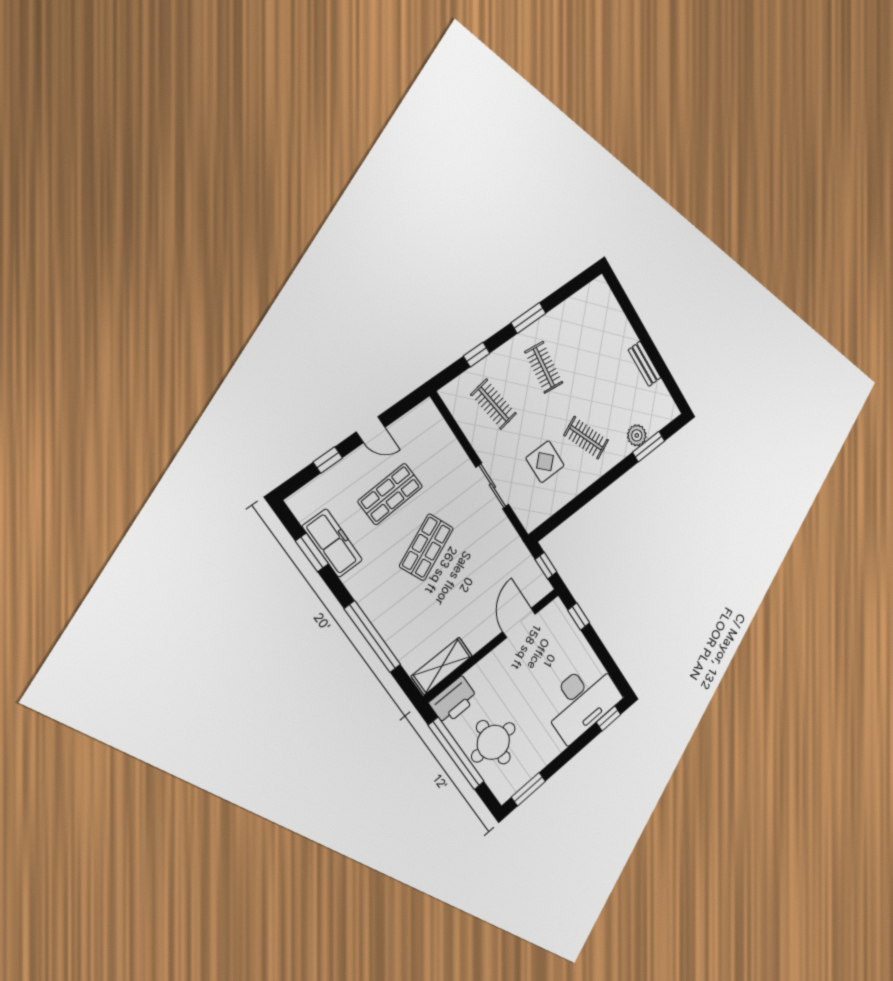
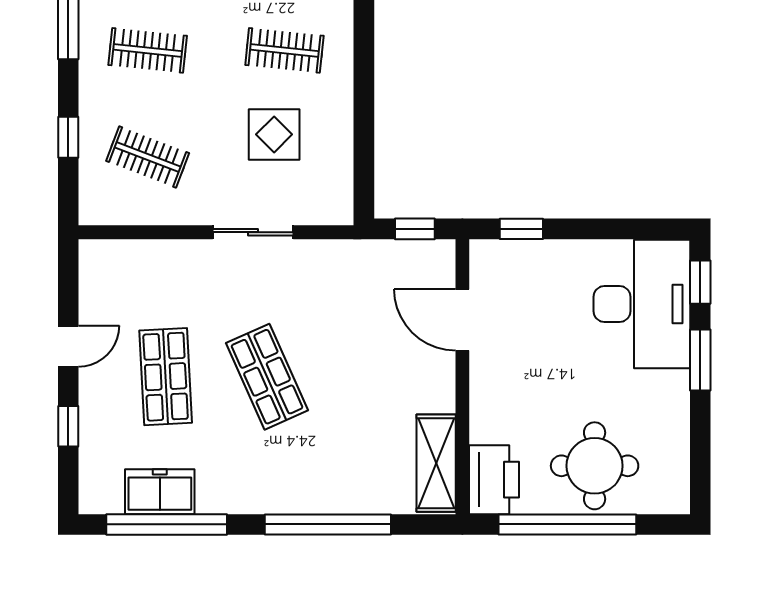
clothes rail: (494, 404) -> (148, 157), turned 30
clothes rail: (586, 438) -> (284, 50), turned 30
freezer: (332, 543) -> (160, 492), width x0.71
window: (312, 552) -> (167, 524), width x2.11
window: (528, 789) -> (700, 360), moved

